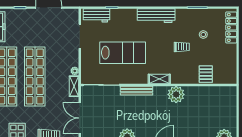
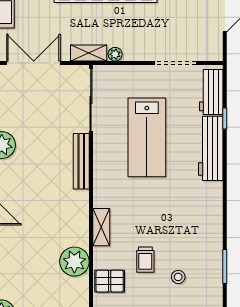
workbench: (156, 16) -> (211, 148), moved
trolley: (182, 47) -> (145, 260), moved
shelving: (159, 79) -> (101, 227), moved
plant: (176, 94) -> (74, 262), moved

